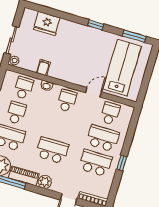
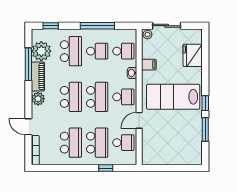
window: (134, 36) -> (205, 130), moved
lab bench: (122, 68) -> (173, 97), moved, turned 180
door: (93, 92) -> (139, 120), swing flipped
school desk: (60, 125) -> (97, 97), added
window: (122, 163) -> (106, 168), moved

